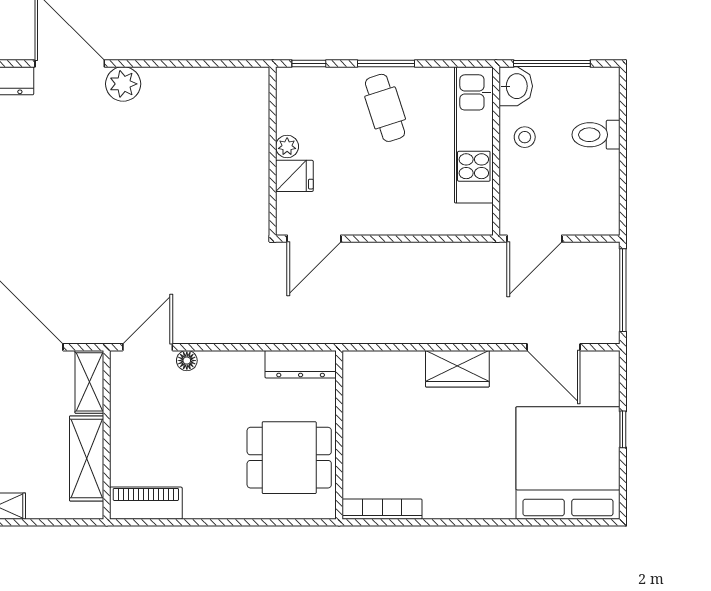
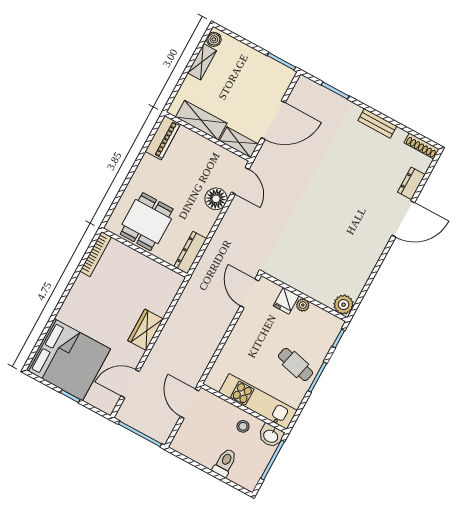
plant: (123, 84) -> (344, 305), moved
cafe table: (385, 108) -> (296, 364), turned 32
floor lamp: (187, 361) -> (216, 199), width x1.89, depth x1.89

